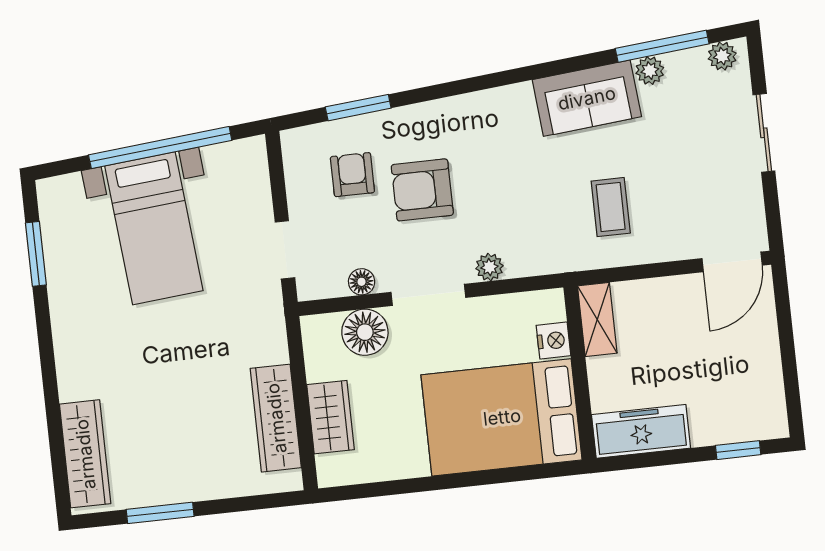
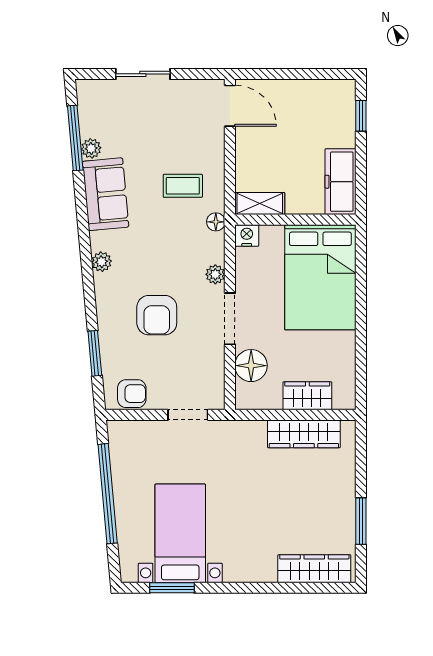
plant: (722, 56) -> (102, 262), moved
armchair: (352, 175) -> (132, 394), moved, turned 180
bed with nightstands: (154, 228) -> (180, 533), moved, turned -85
floor lamp: (362, 282) -> (216, 222), moved
nightstand: (553, 341) -> (247, 236), moved

